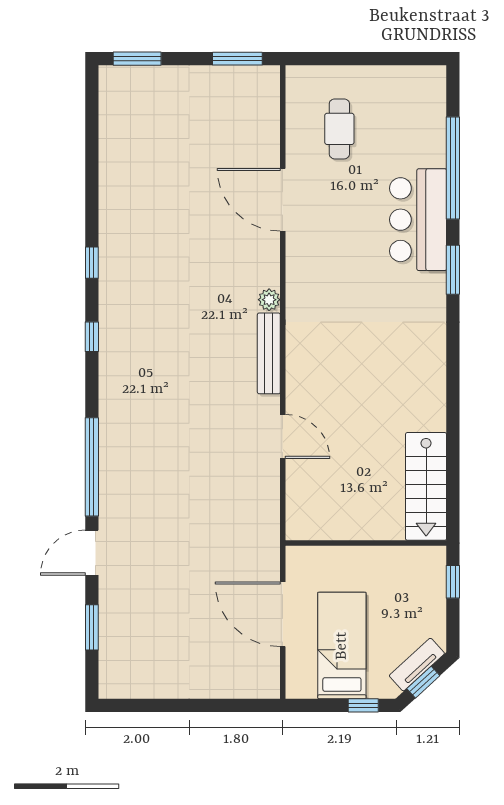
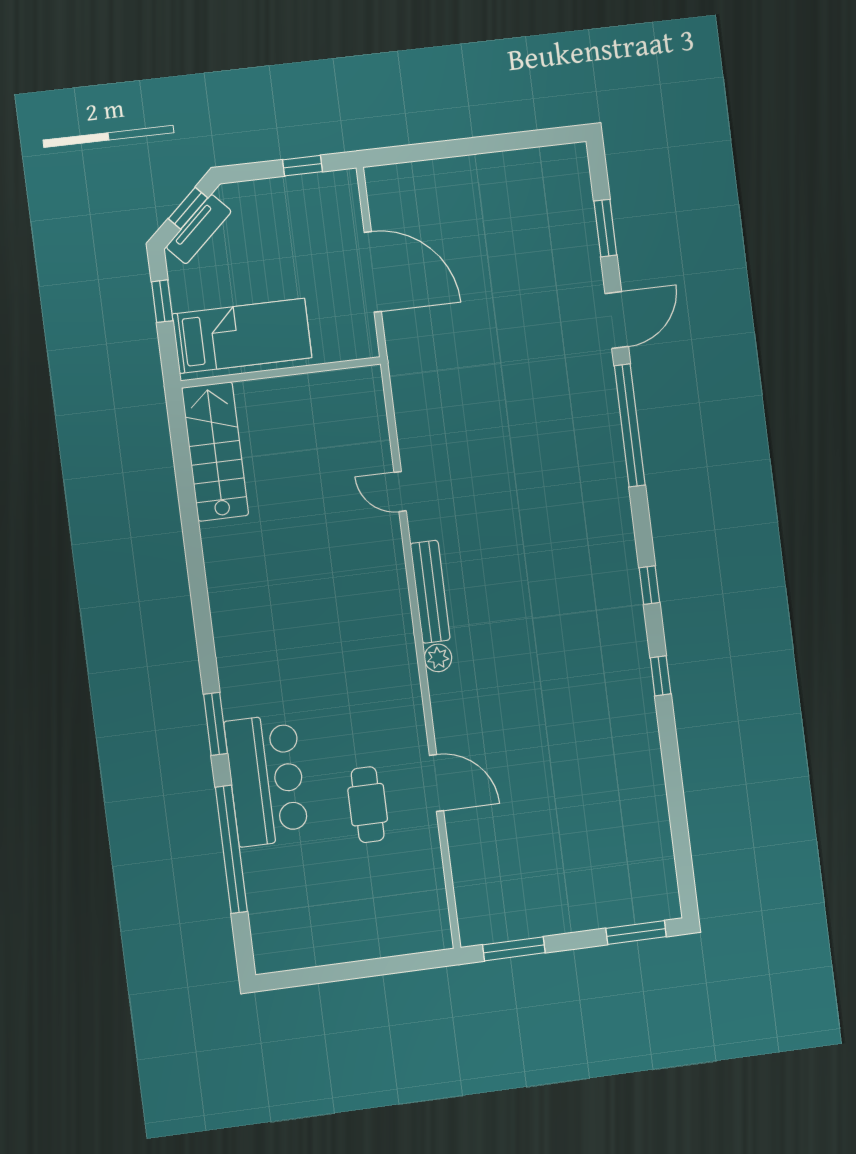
cafe table: (339, 129) -> (368, 805), moved
door: (283, 200) -> (437, 783), width x0.73
door: (283, 436) -> (400, 492), width x0.73
window: (453, 582) -> (162, 301), moved
bed: (342, 646) -> (242, 336), moved, turned -90
window: (363, 705) -> (302, 166), moved

